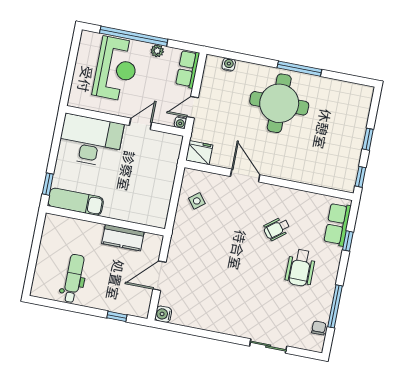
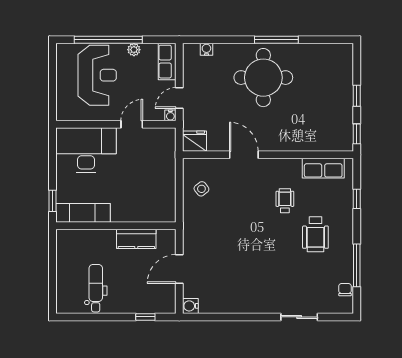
row of seats: (338, 224) -> (323, 168), moved, turned -90
wheelchair: (277, 229) -> (285, 201), turned 128

